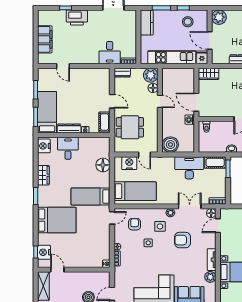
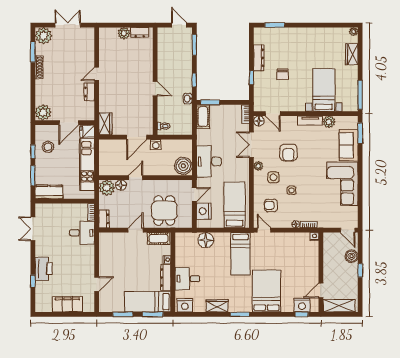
desk: (189, 168) -> (209, 161), moved

